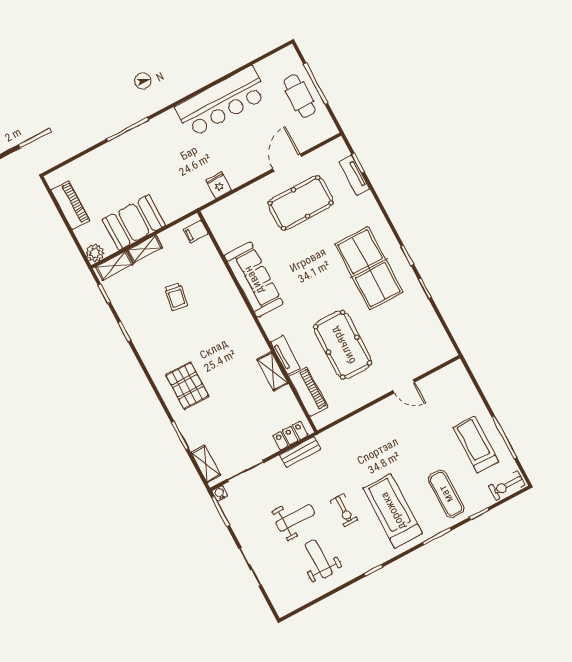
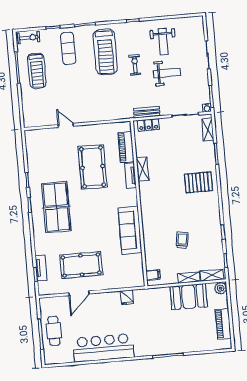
pallet: (187, 386) -> (199, 182), turned 90
weight bench: (295, 518) -> (167, 73), turned 180

